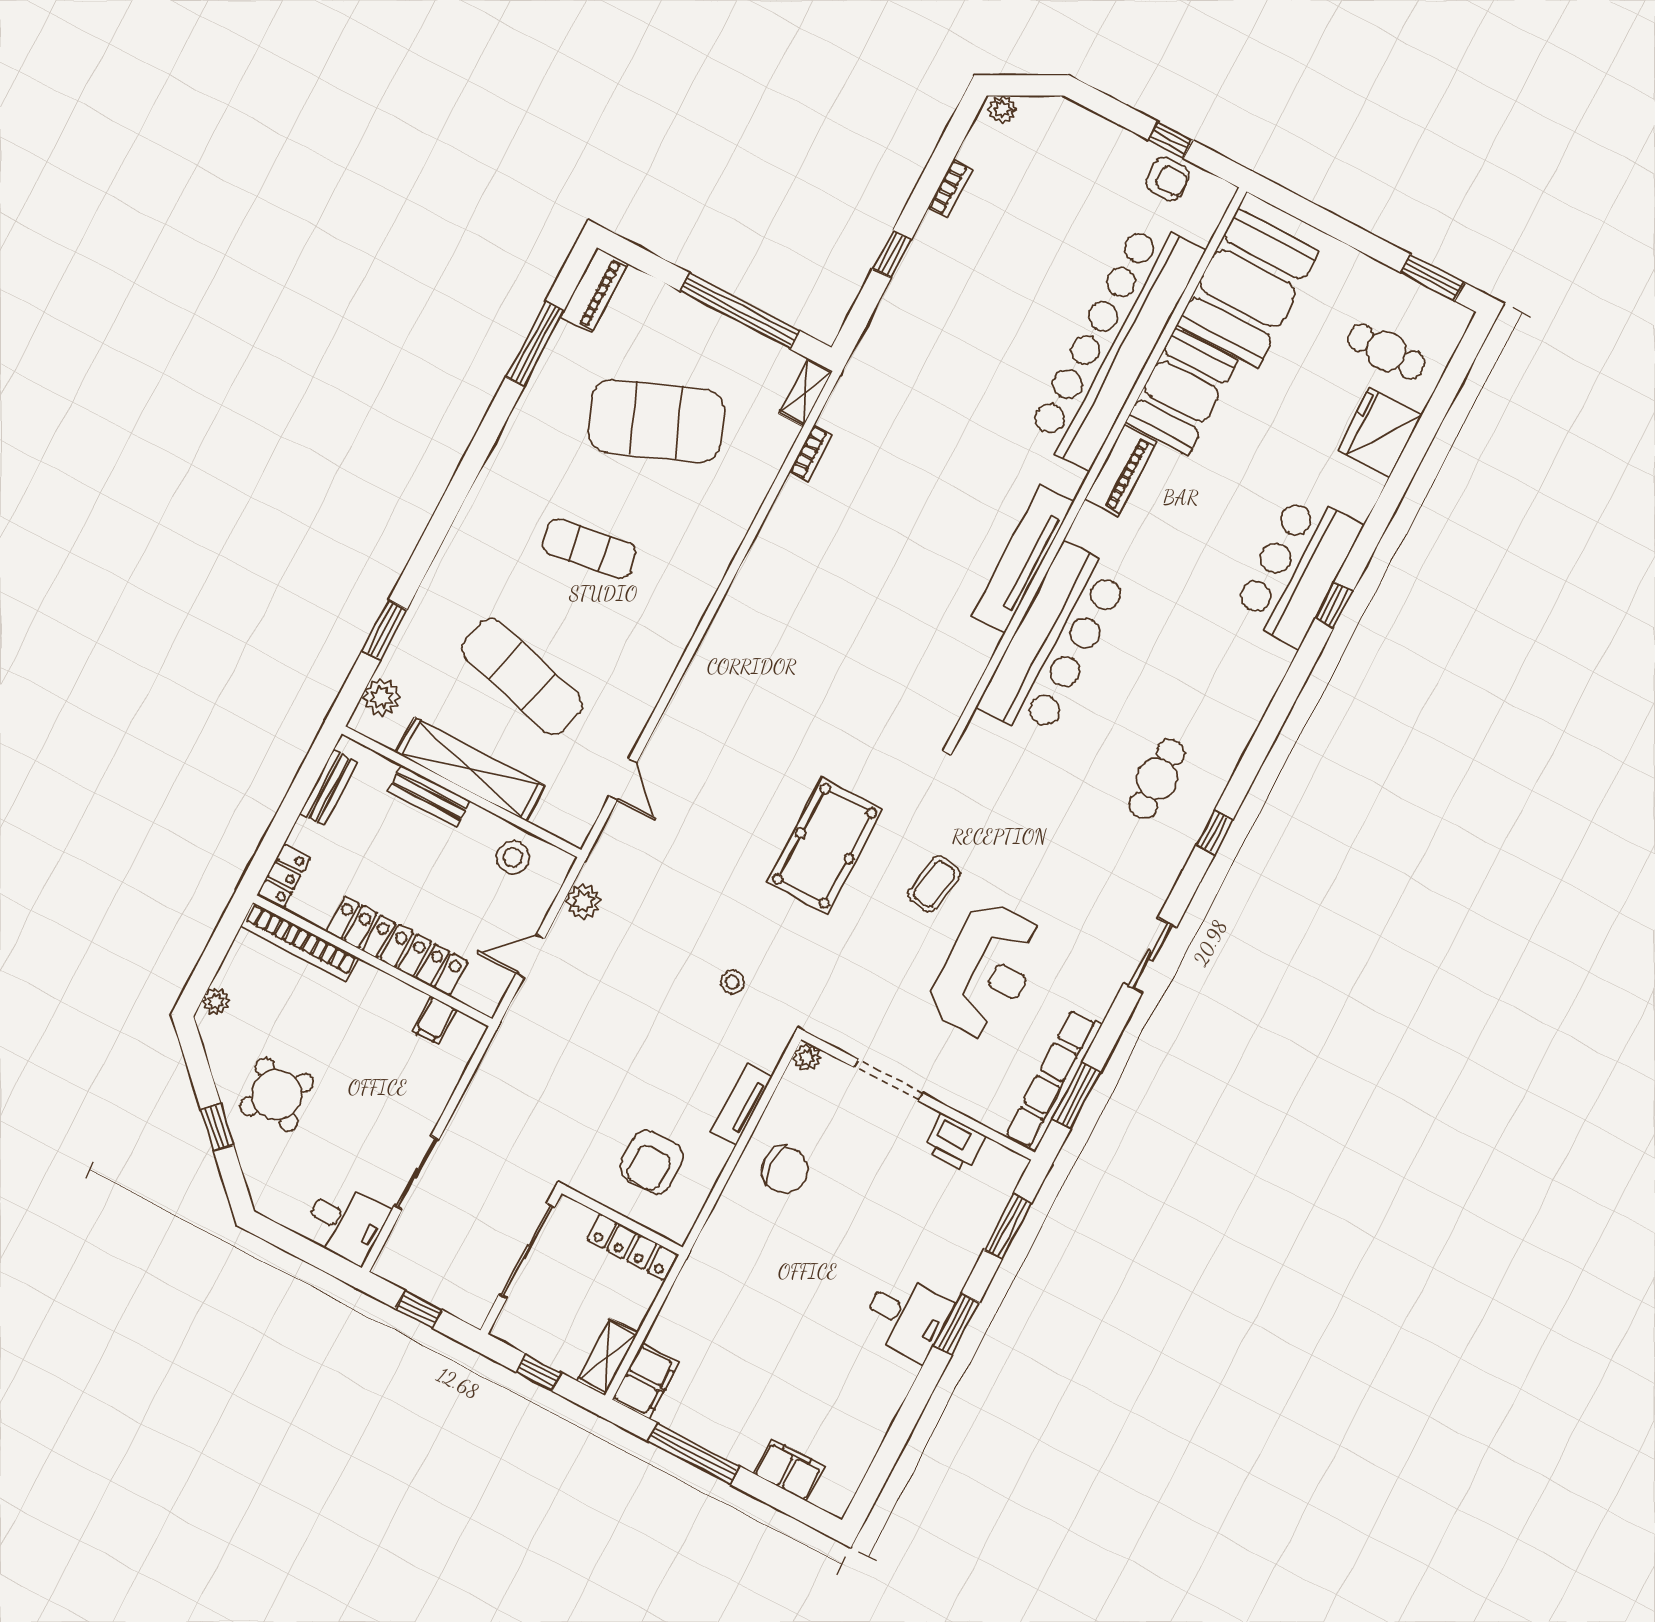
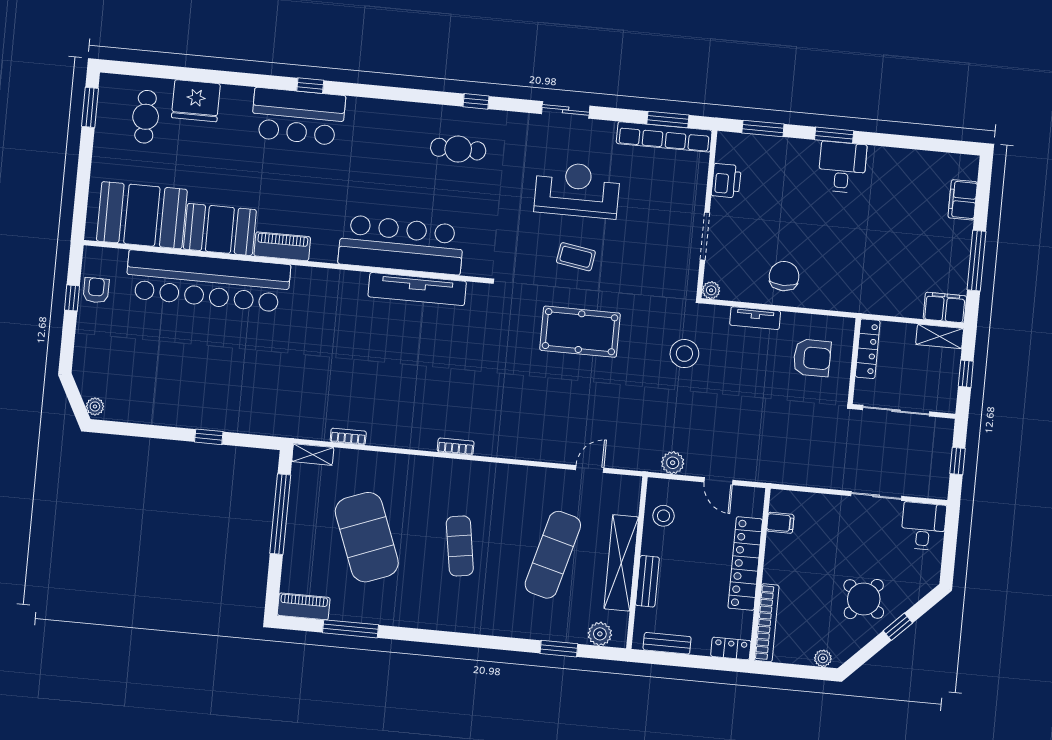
bookcase: (950, 189) -> (456, 446), moved
tv unit: (1023, 559) -> (417, 289), moved
reception desk: (986, 971) -> (577, 190), moved
stool: (732, 982) -> (684, 354), width x1.89, depth x1.89

